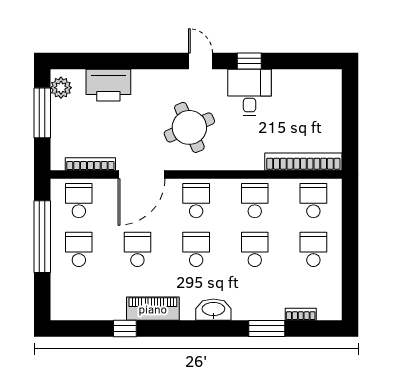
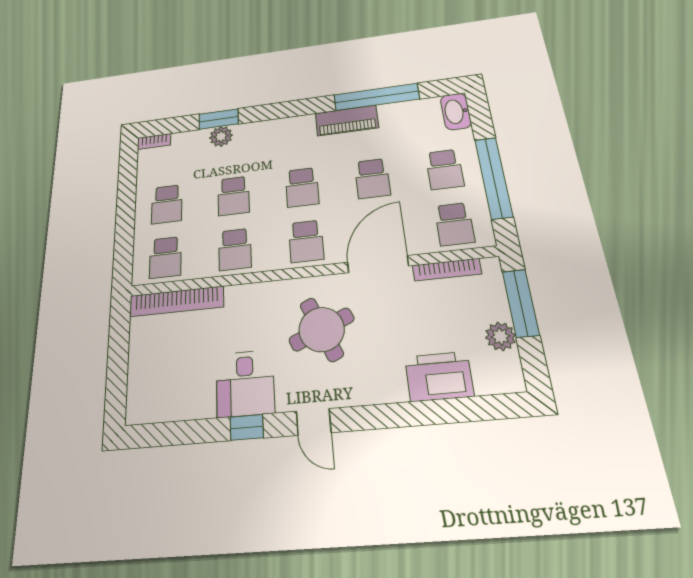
plant: (61, 88) -> (500, 336), moved
window: (42, 113) -> (521, 303), moved
washbasin: (213, 310) -> (456, 111), moved, turned 90
plant: (265, 310) -> (221, 136), added
bookcase: (301, 314) -> (154, 141), moved
window: (125, 328) -> (376, 97), width x3.17

